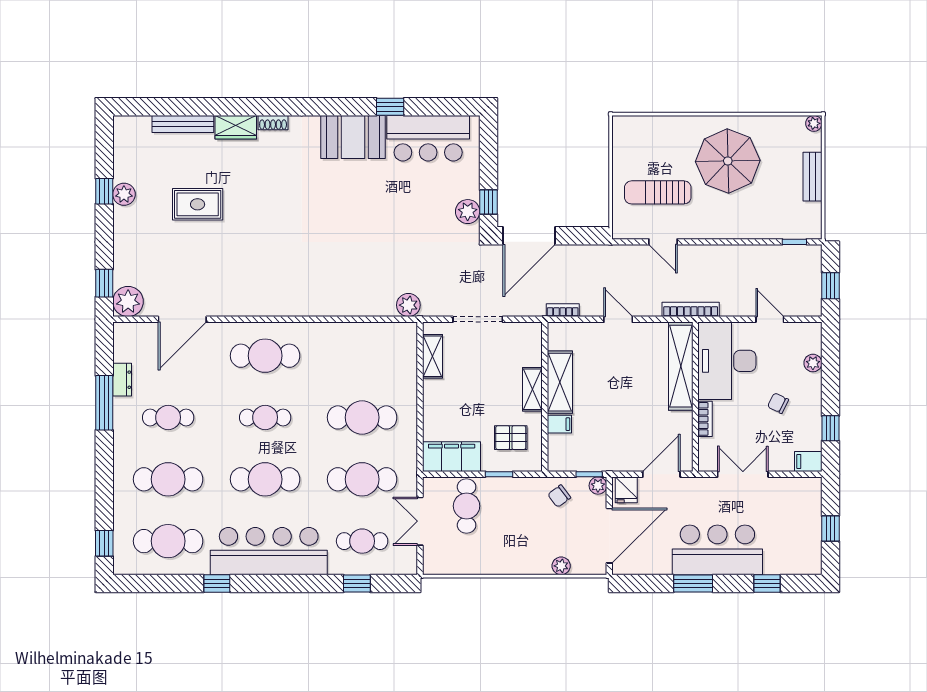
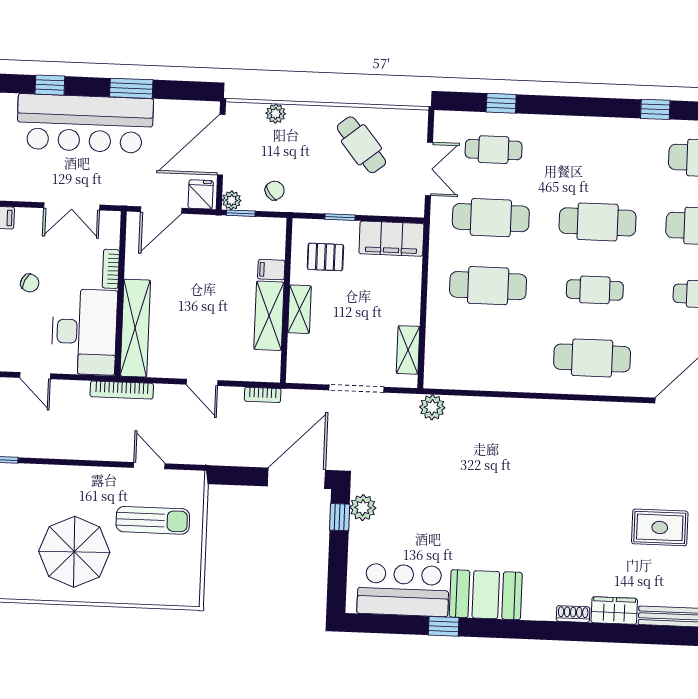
cafe table: (467, 506) -> (361, 145), moved, turned -39
bar counter: (717, 550) -> (85, 124), width x1.36
bar counter: (269, 551) -> (597, 143), removed

